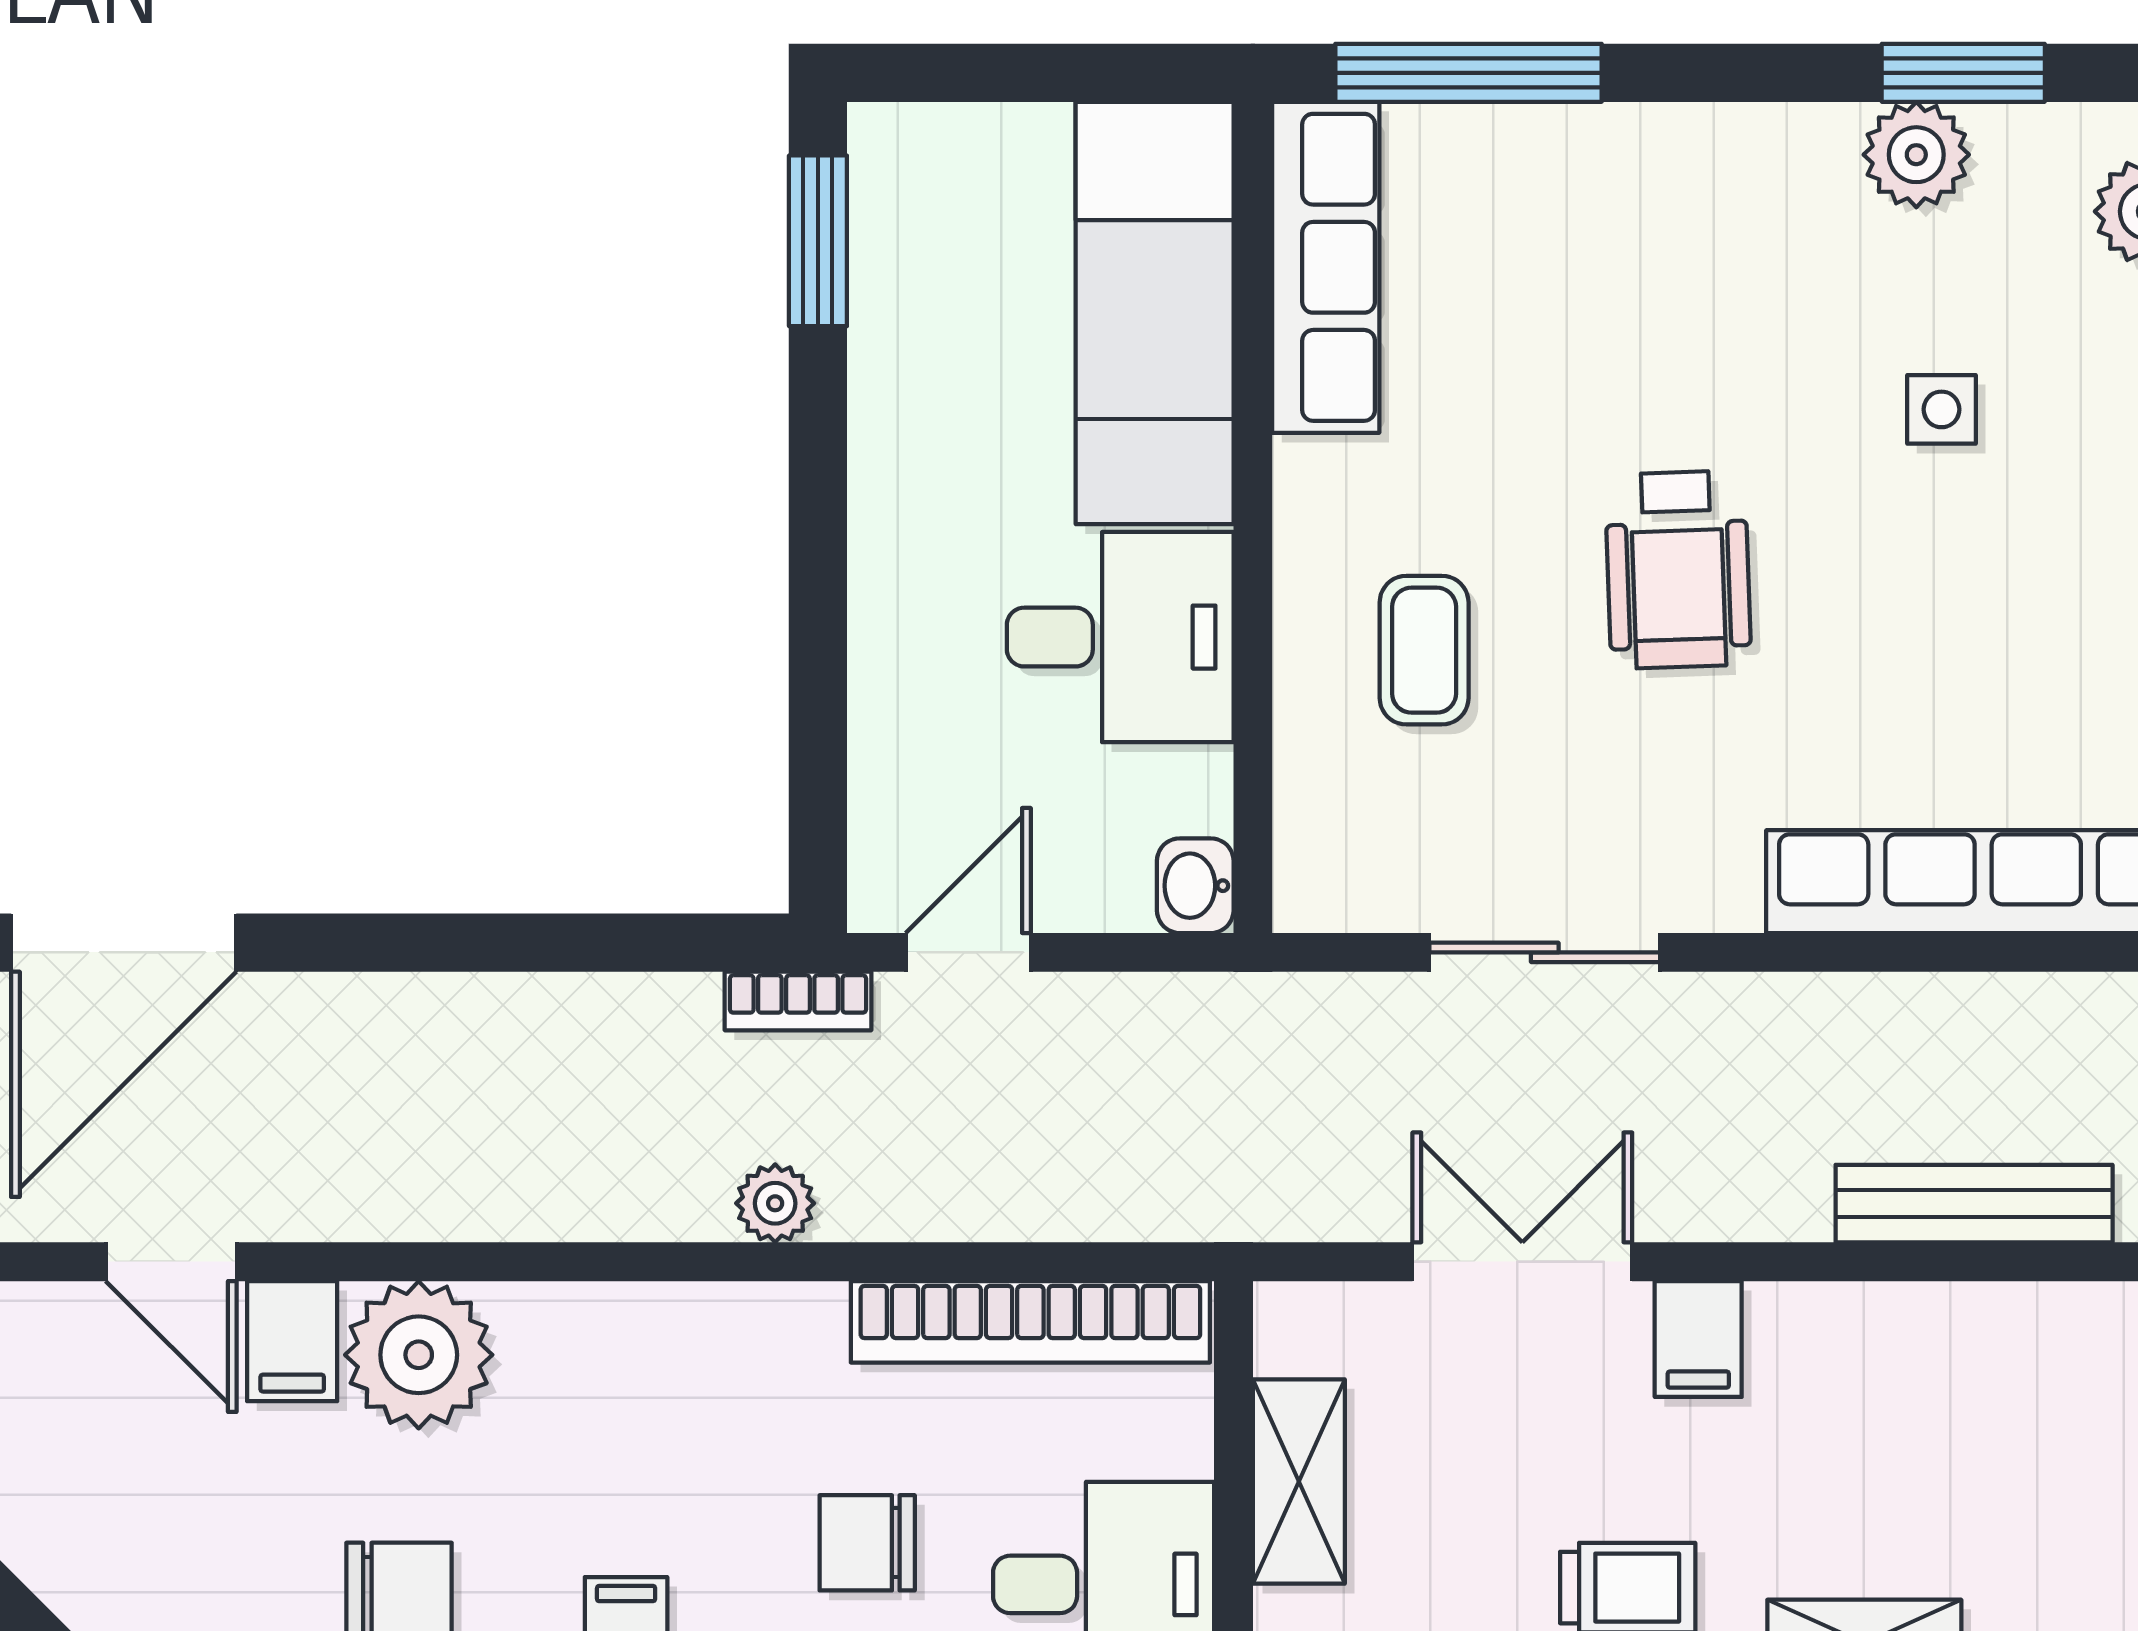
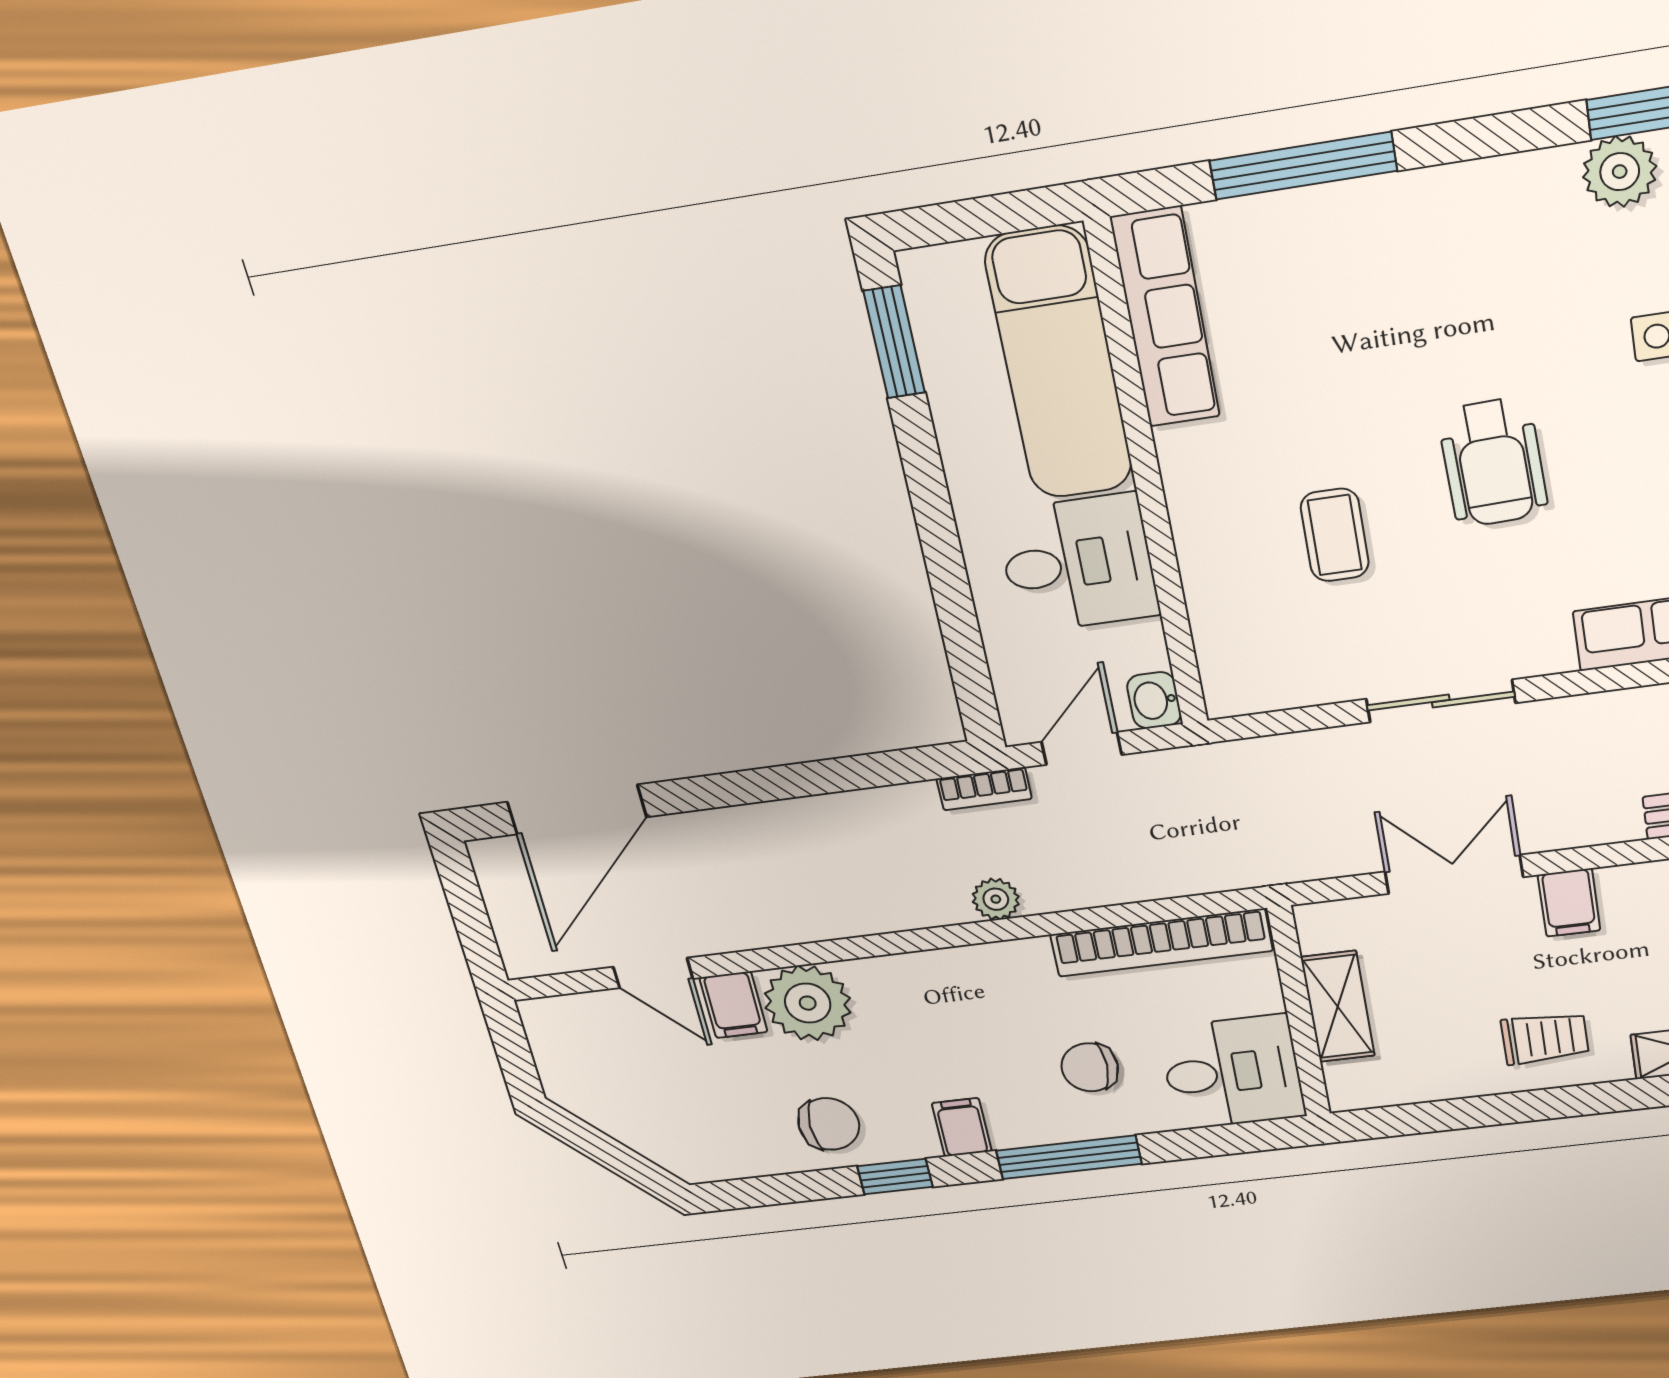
row of seats: (1326, 267) -> (1165, 318), moved
exam couch: (1155, 313) -> (1059, 363), moved
wall: (1253, 517) -> (1148, 480), moved
desk: (1120, 637) -> (1078, 563), moved
washbasin: (1195, 886) -> (1154, 700), moved

